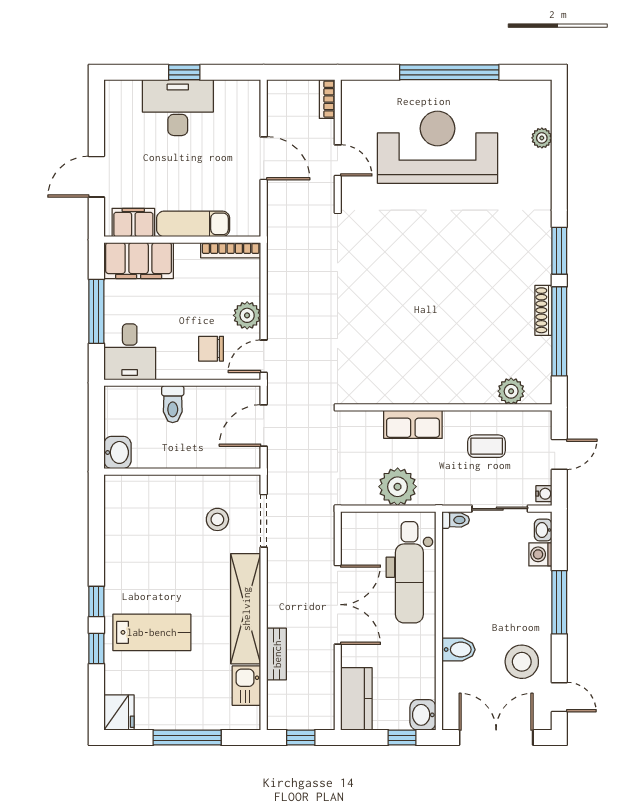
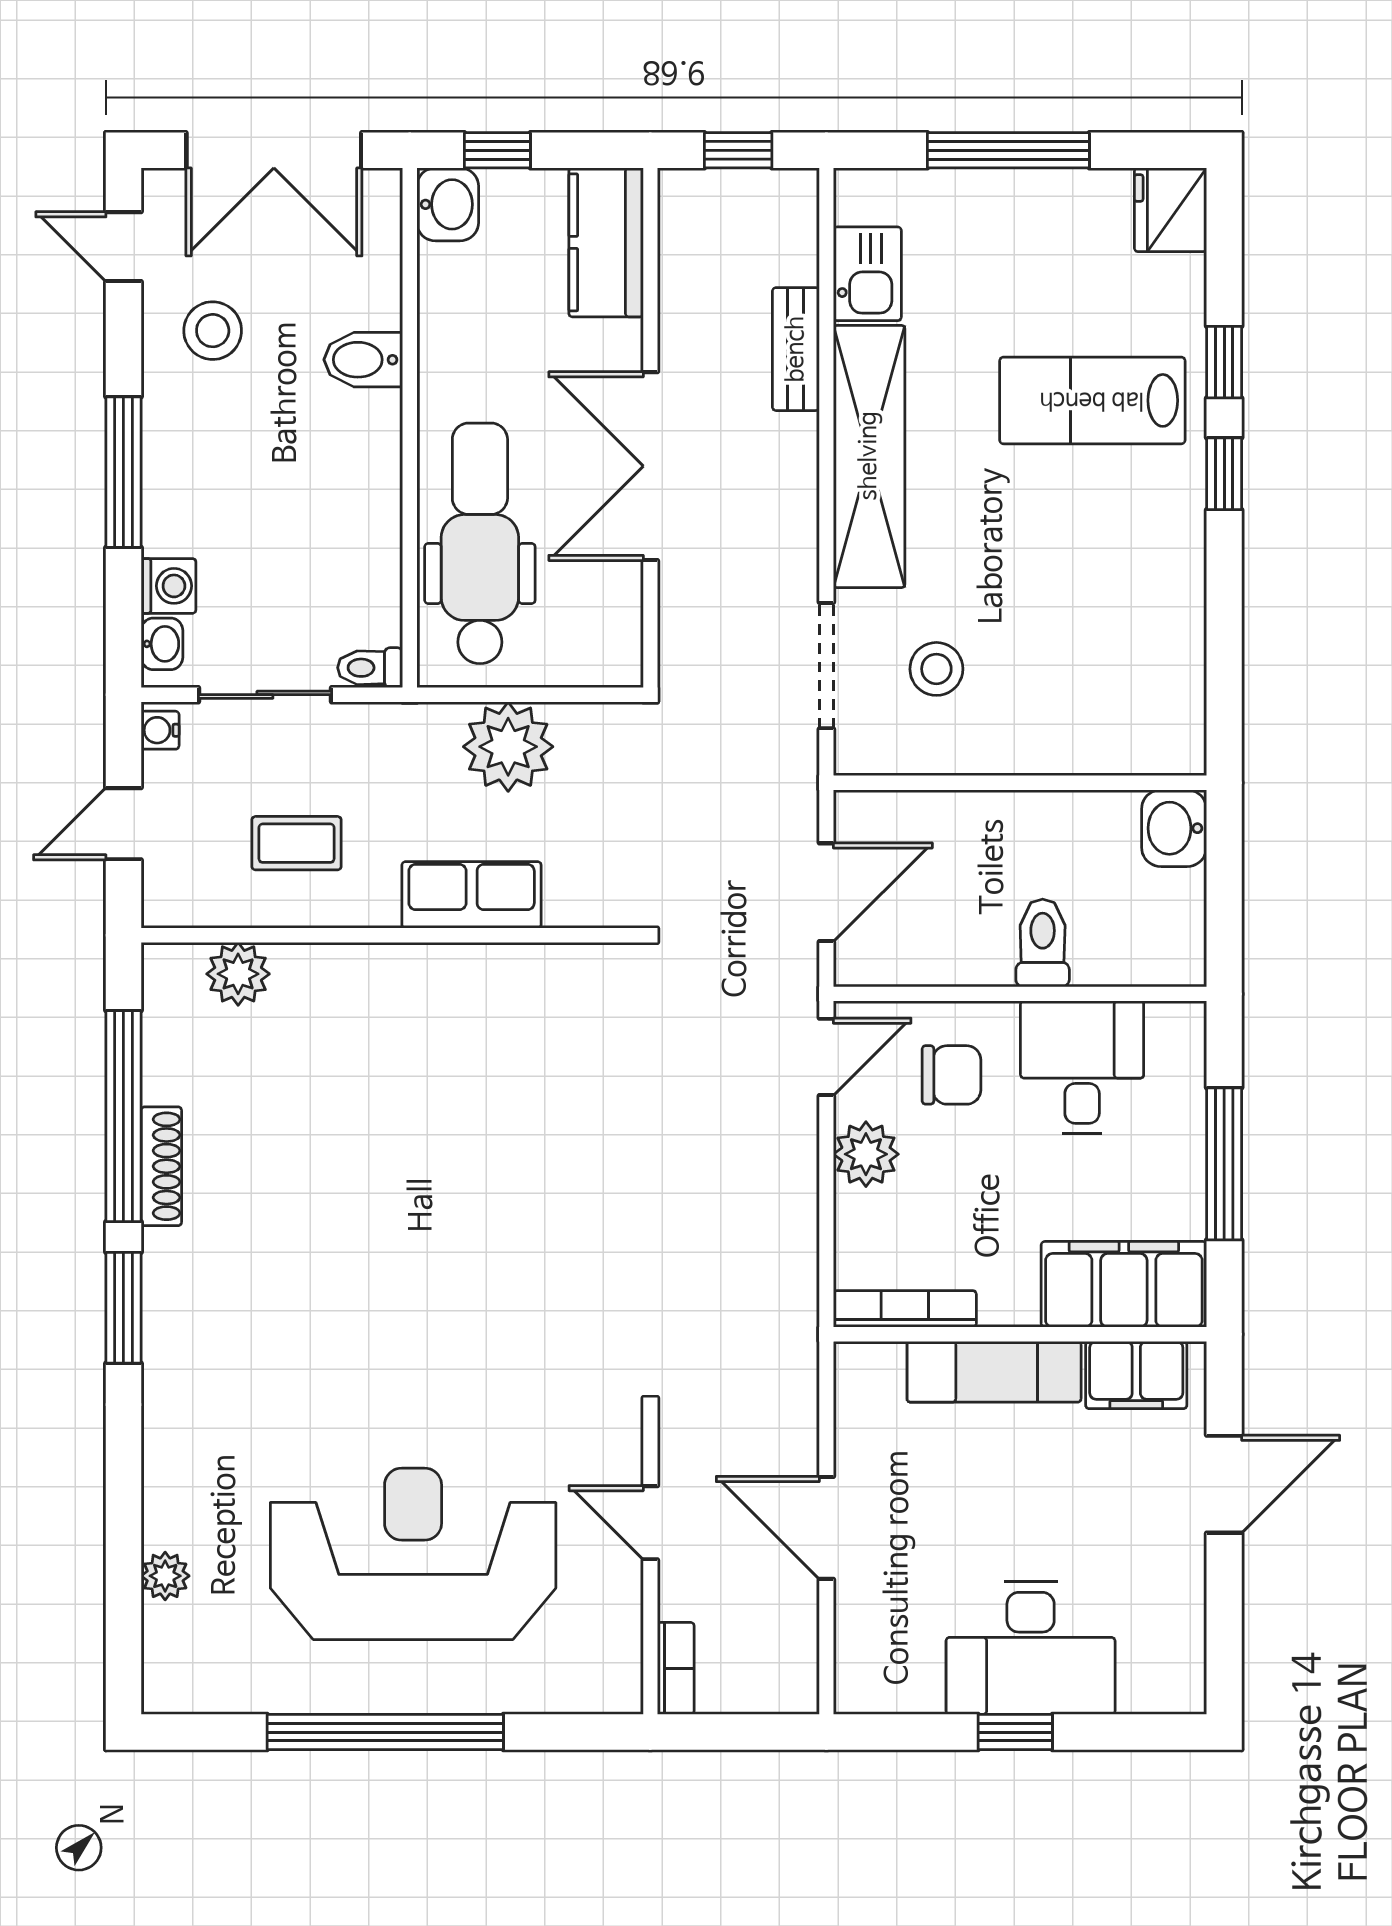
reception desk: (438, 147) -> (413, 1554), turned 180
desk: (130, 352) -> (1082, 1067), moved
stool: (522, 662) -> (213, 331), width x0.73, depth x0.73

